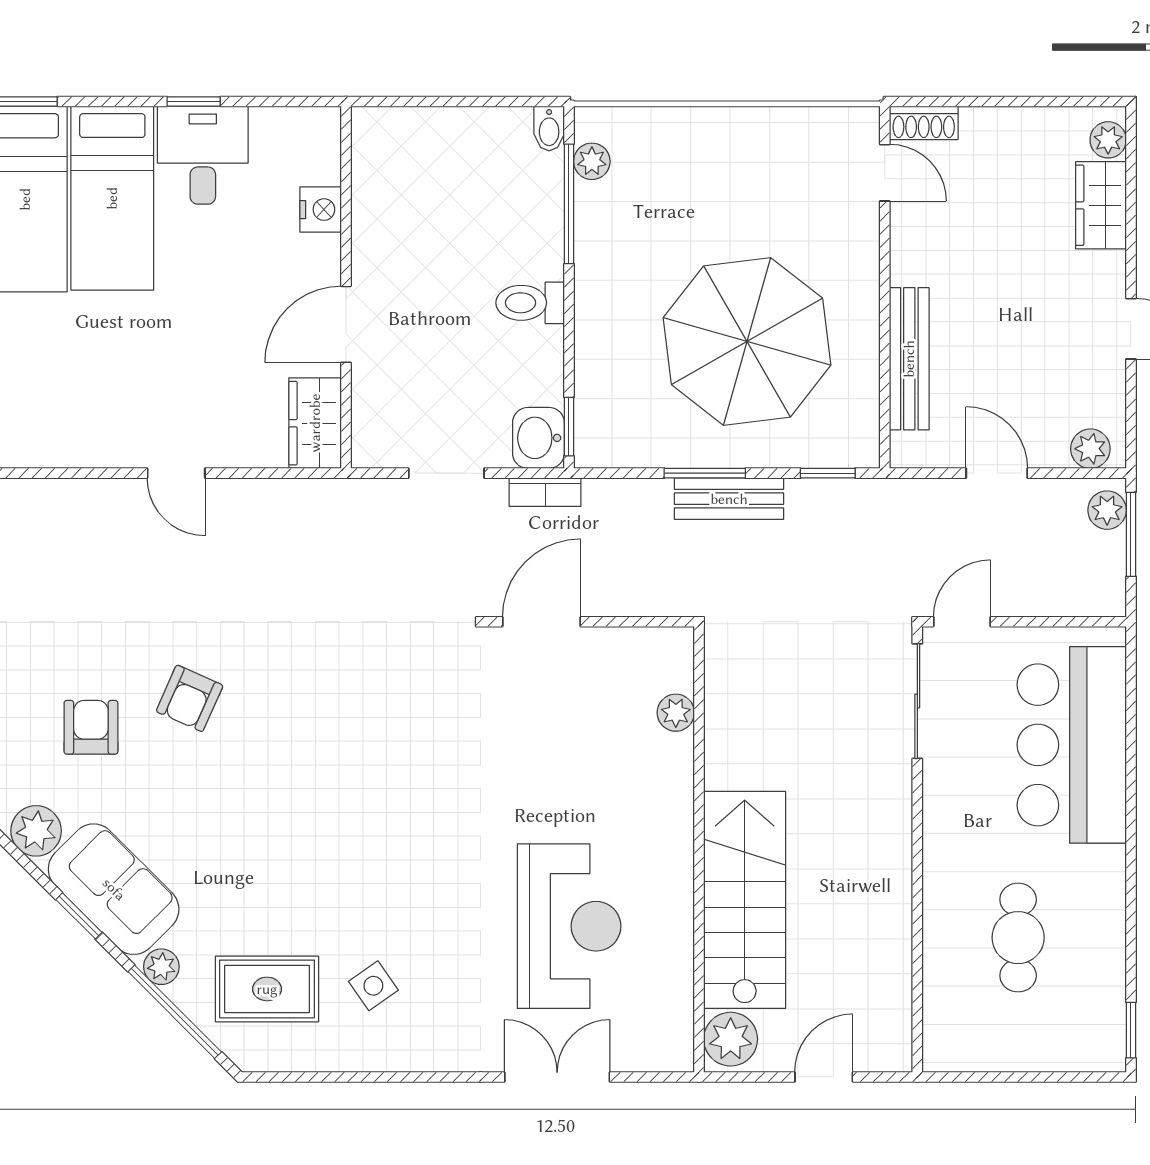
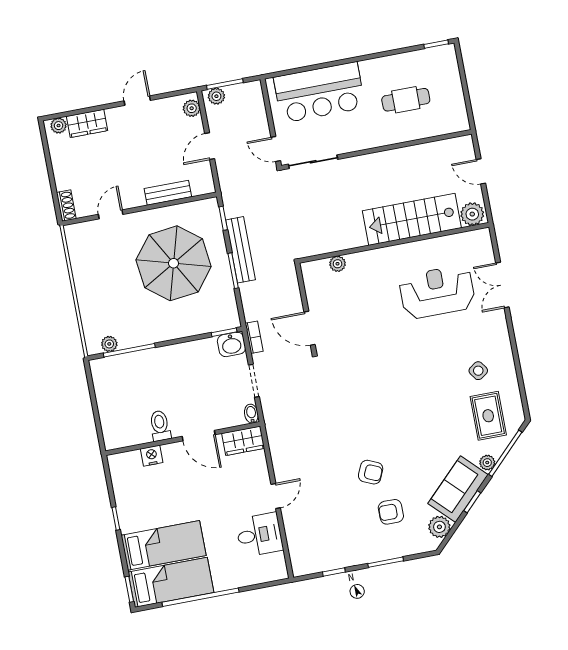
bidet: (549, 129) -> (251, 414), moved, turned -90
desk: (203, 155) -> (259, 535), moved, turned 180
door: (885, 173) -> (111, 214), moved
toilet: (530, 303) -> (160, 426), moved, turned 180
bench: (909, 359) -> (168, 193), width x0.73
bench: (729, 499) -> (240, 250), width x1.36

